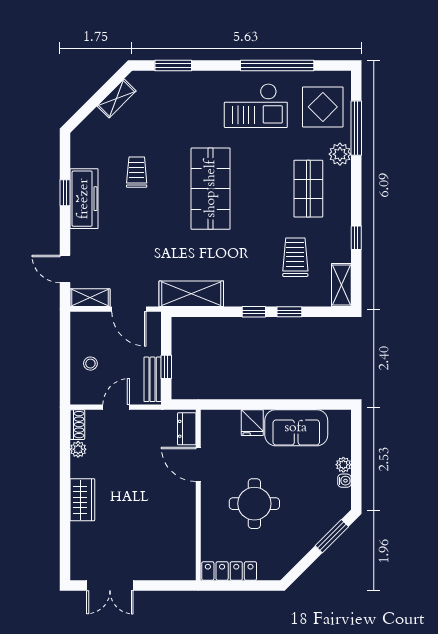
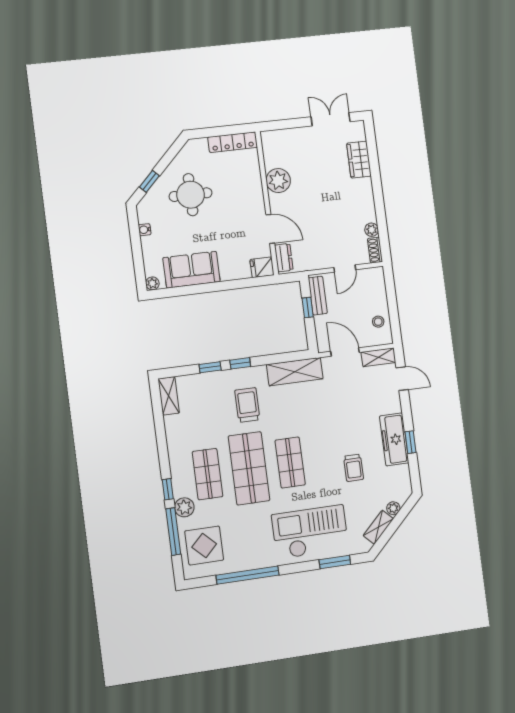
checkout: (256, 106) -> (310, 532), moved, width x1.36, depth x1.21
plant: (96, 118) -> (393, 508), added
shop shelf: (211, 189) -> (290, 463), width x0.70, depth x0.74
shop shelf: (259, 189) -> (249, 468), added
window: (356, 238) -> (168, 489), moved
trolley: (295, 257) -> (247, 405), moved, turned 180
stool: (90, 364) -> (378, 322), moved
fridge: (252, 423) -> (262, 267), moved, turned -90
plant: (343, 465) -> (152, 283), moved
wardrobe: (82, 500) -> (359, 160), moved
round table: (254, 504) -> (191, 195), moved
plant: (182, 520) -> (278, 181), added
window: (332, 536) -> (149, 181), width x0.67

